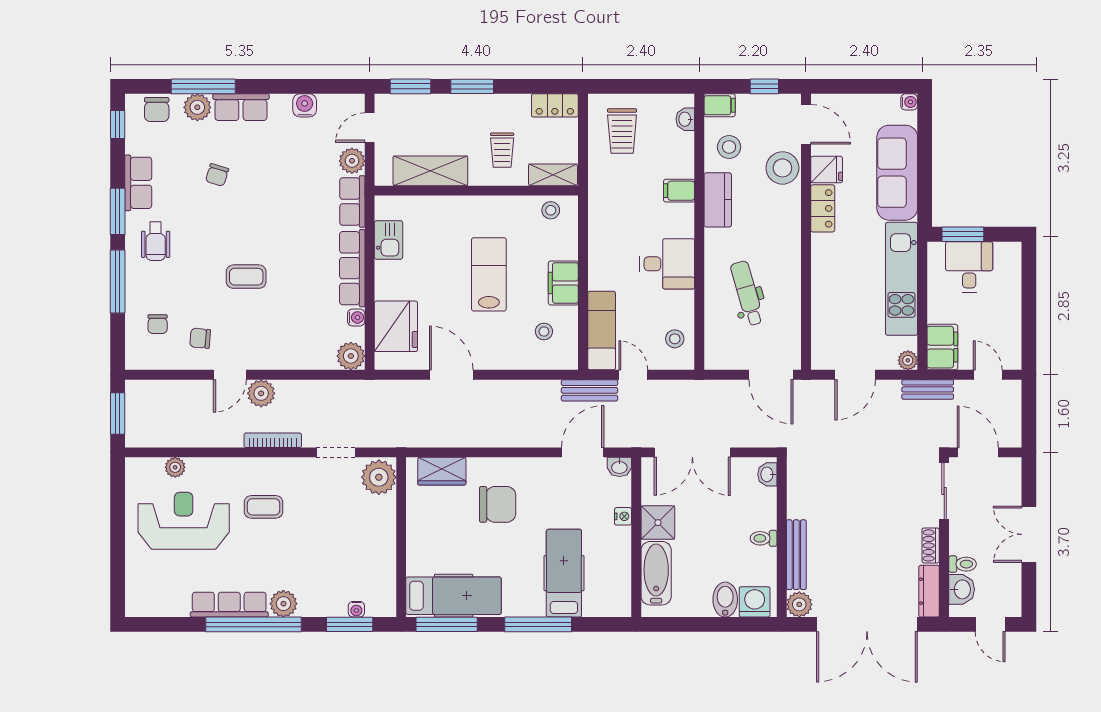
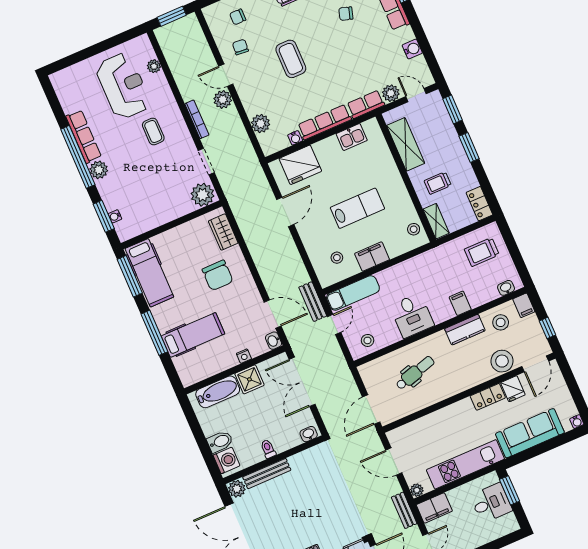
coffee table: (246, 277) -> (291, 59), width x1.36, depth x1.30
plant: (351, 356) -> (261, 124), moved

